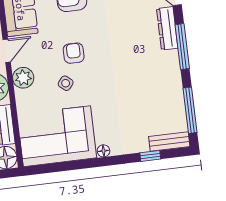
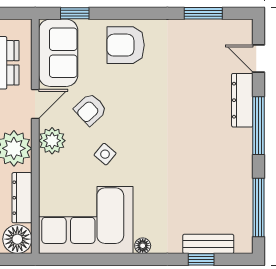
armchair: (74, 53) -> (90, 109), moved, turned -133
bench: (169, 142) -> (208, 244), moved

